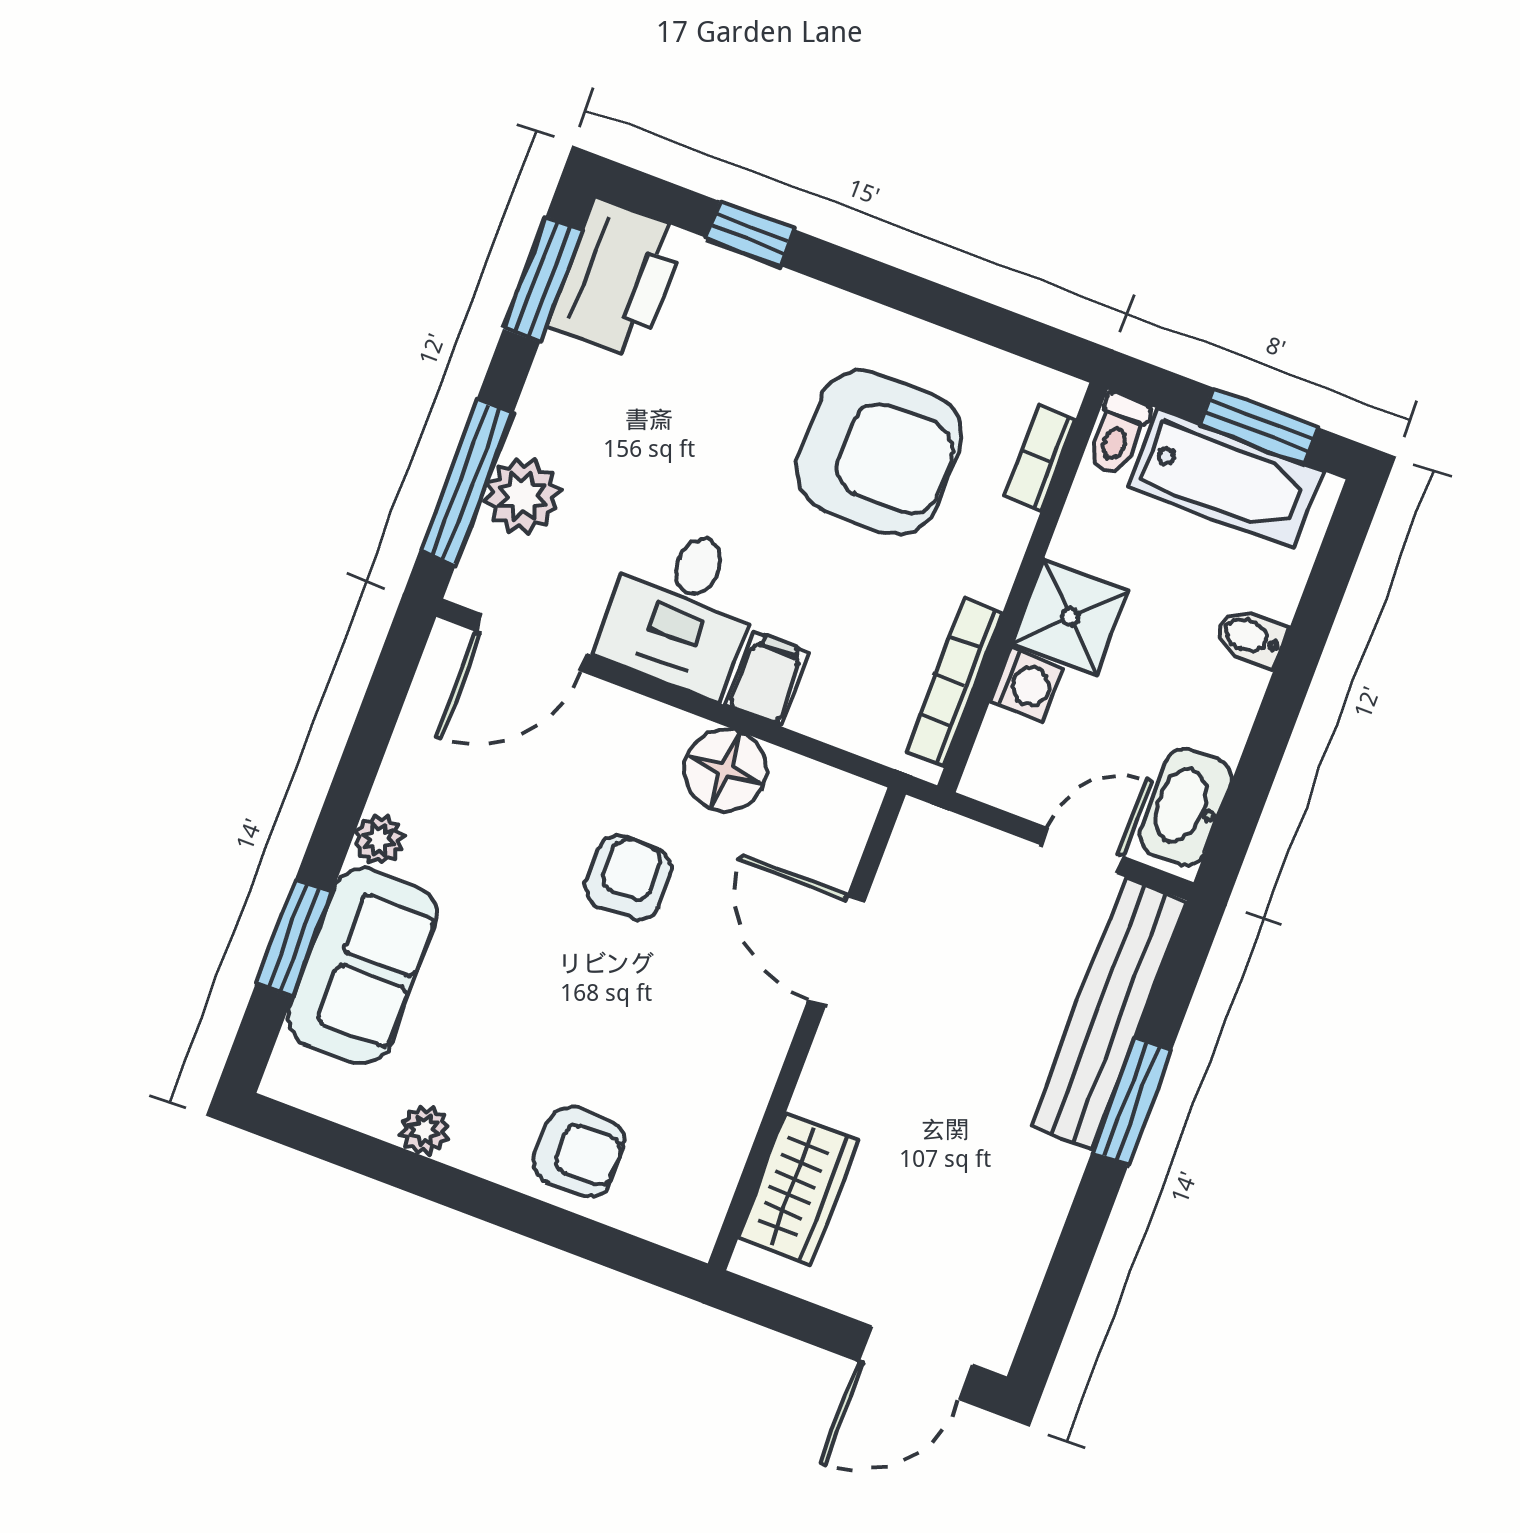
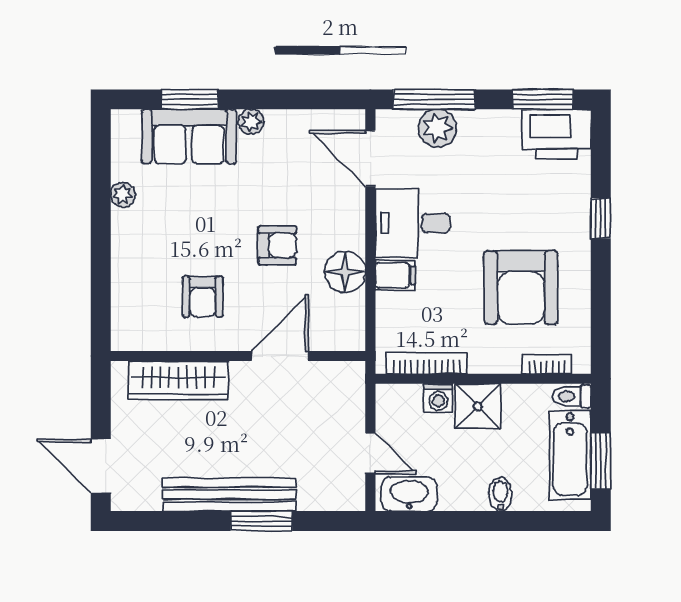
window: (750, 234) -> (601, 218), moved
bench: (1109, 1013) -> (229, 495), moved
armchair: (579, 1152) -> (203, 297), moved
wardrobe: (798, 1189) -> (178, 380), width x1.50

